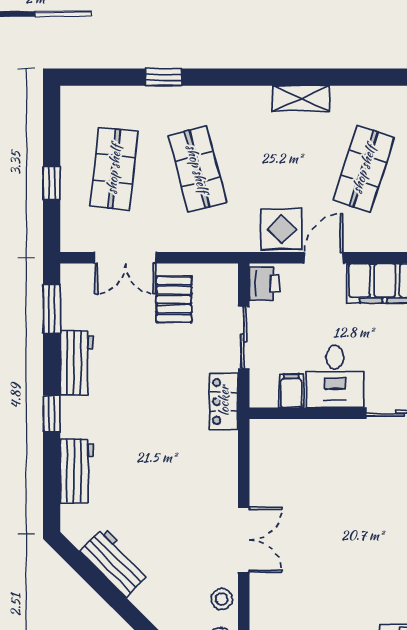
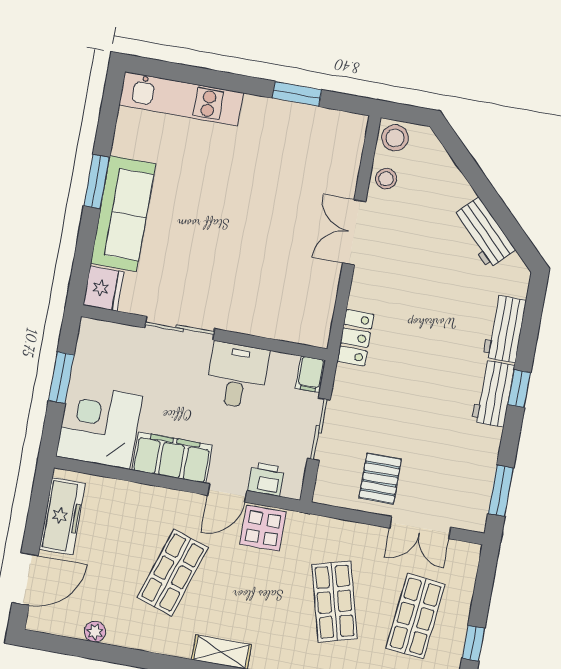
window: (52, 183) -> (473, 643), moved
double door: (125, 258) -> (420, 528), swing flipped
printer: (264, 283) -> (266, 479), moved, turned 90
workbench: (77, 363) -> (493, 393), moved
filing cabinet: (291, 391) -> (310, 374), moved
locker: (224, 401) -> (355, 338), moved

